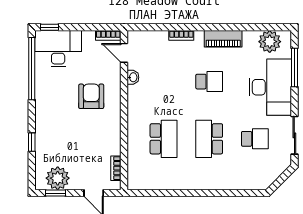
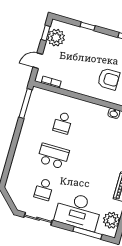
school desk: (209, 82) -> (95, 168), removed
school desk: (164, 139) -> (63, 123), width x0.54
window: (152, 193) -> (26, 104), added

